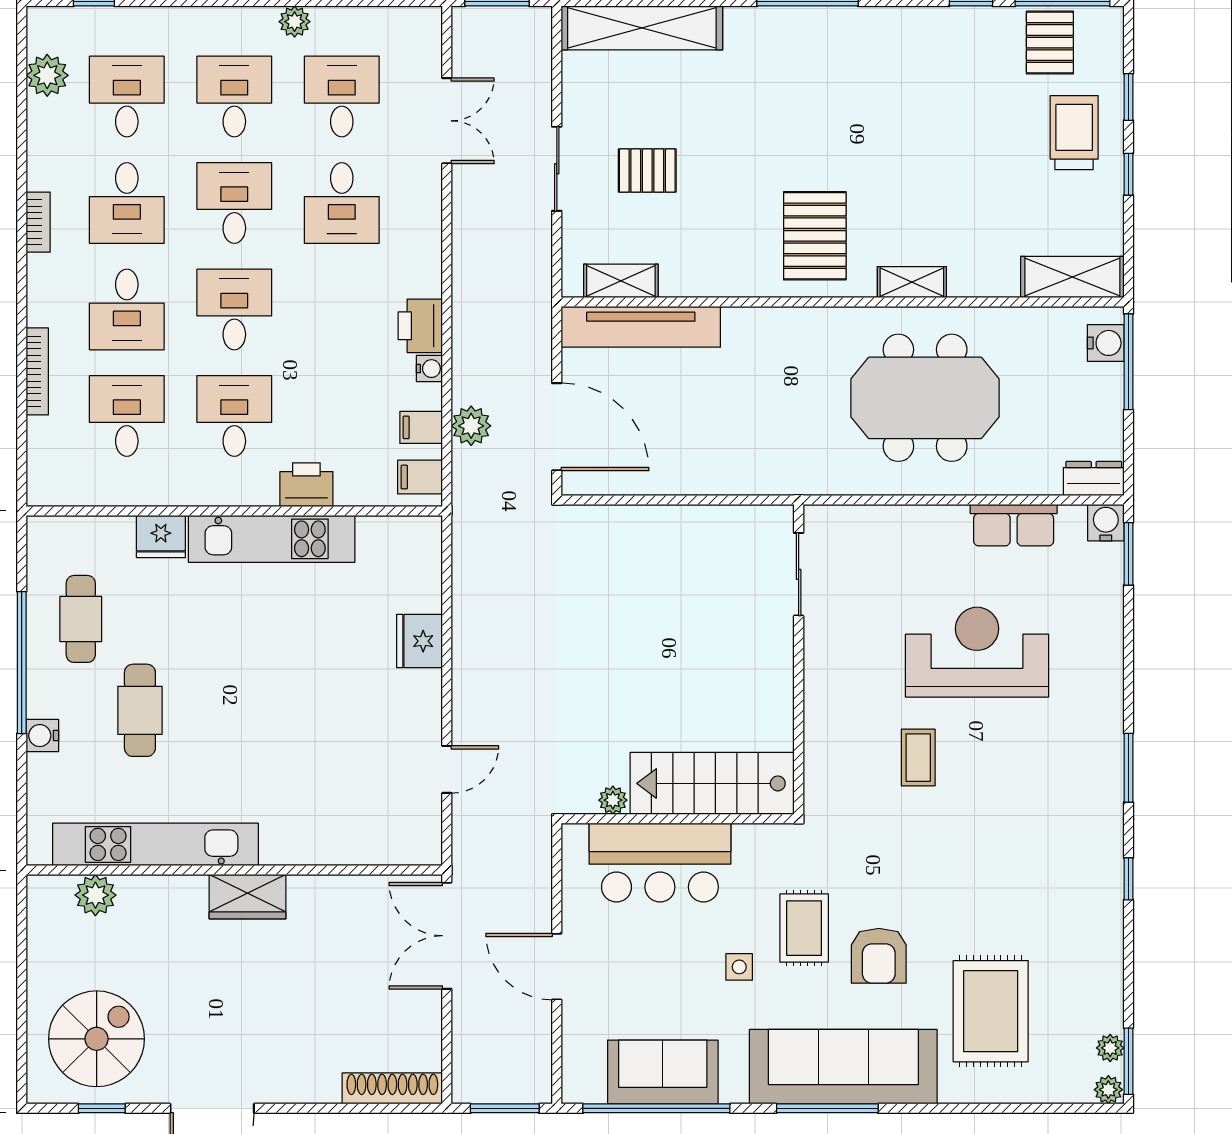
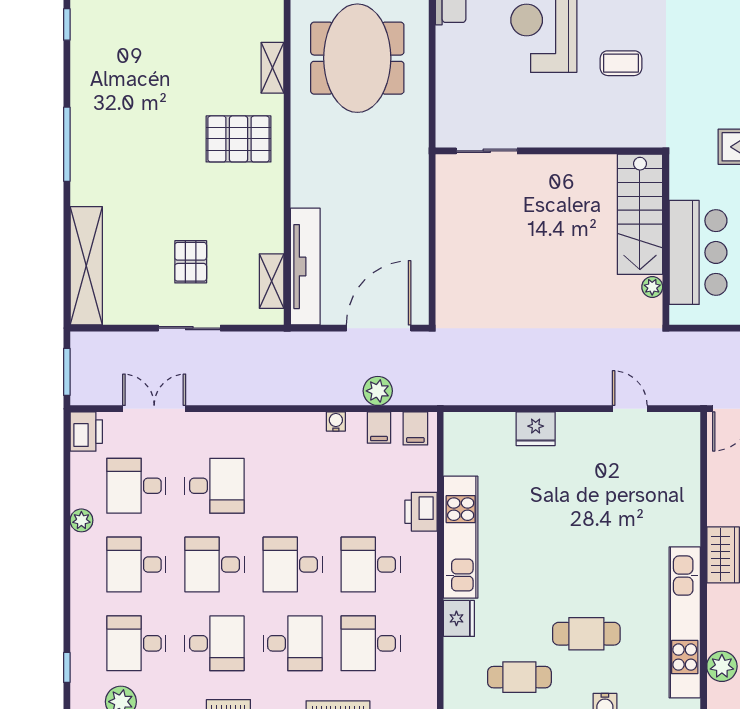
printer: (420, 326) -> (86, 432), moved, turned -90

